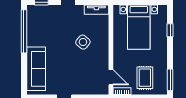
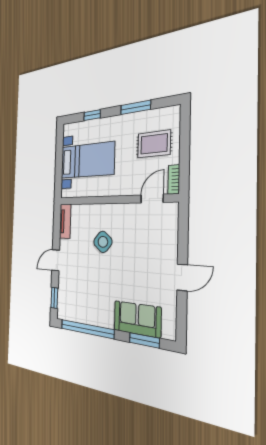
sofa: (36, 69) -> (137, 319), width x0.73
window: (24, 74) -> (144, 340), added
window: (170, 80) -> (136, 107), moved

